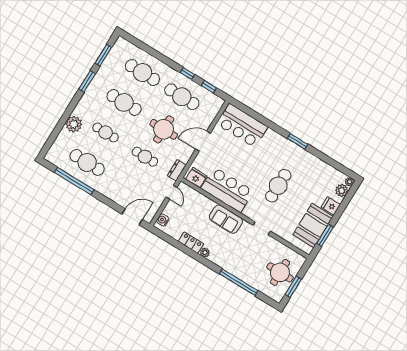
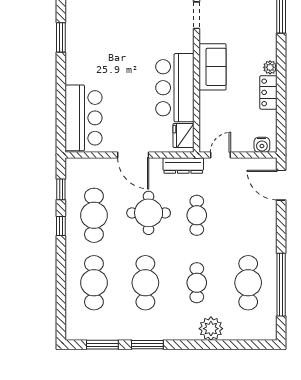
dresser: (177, 170) -> (183, 165), width x1.44
cafe table: (278, 186) -> (131, 27), removed

